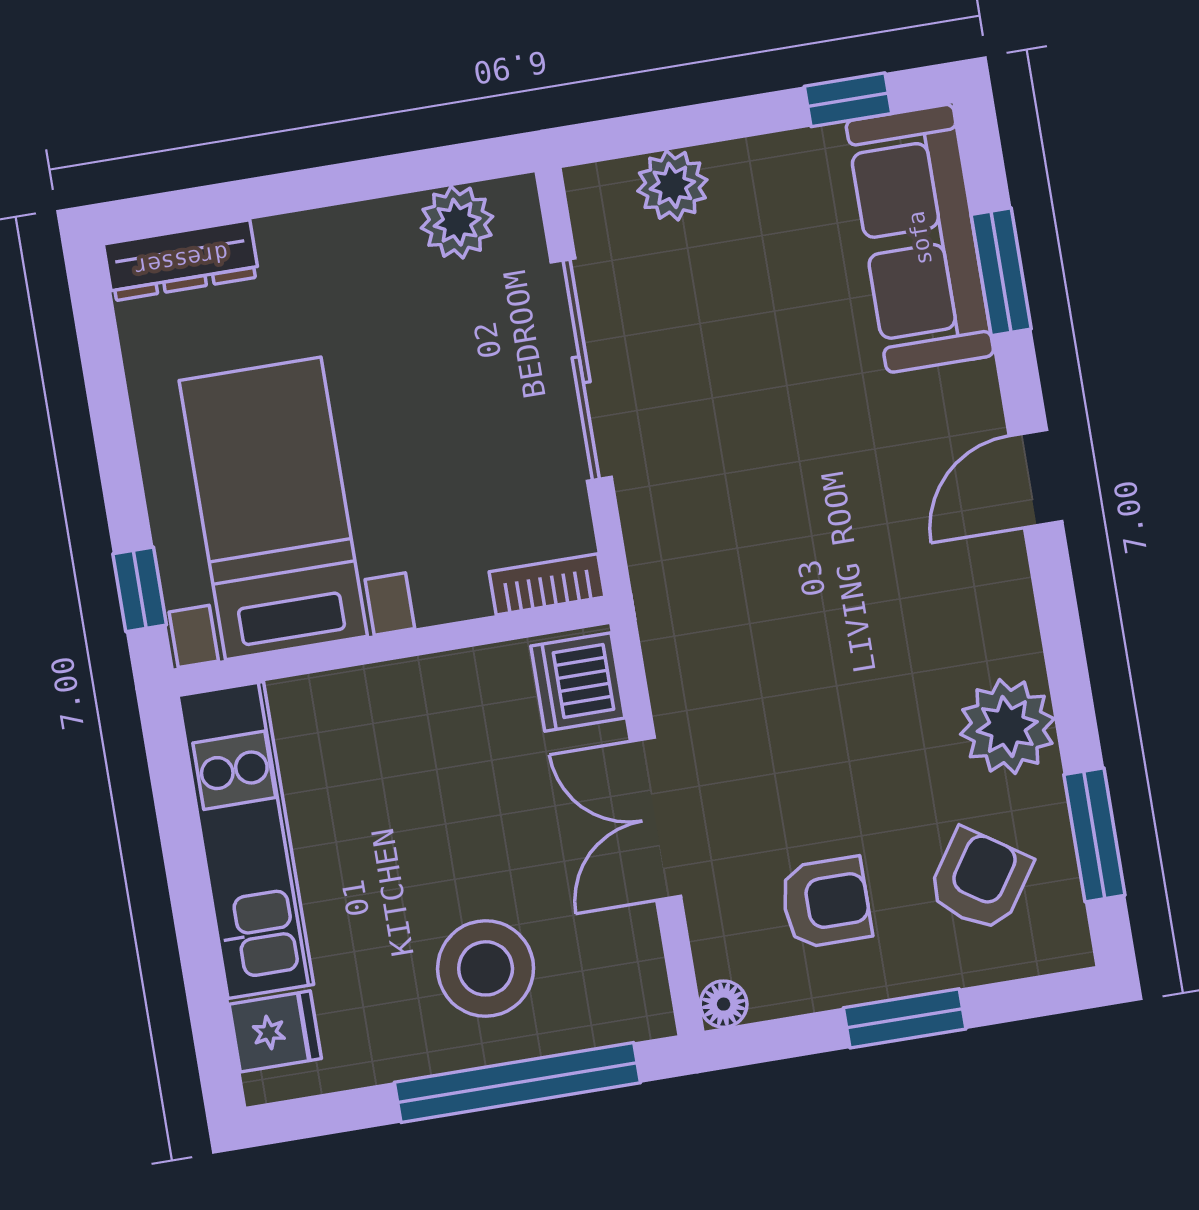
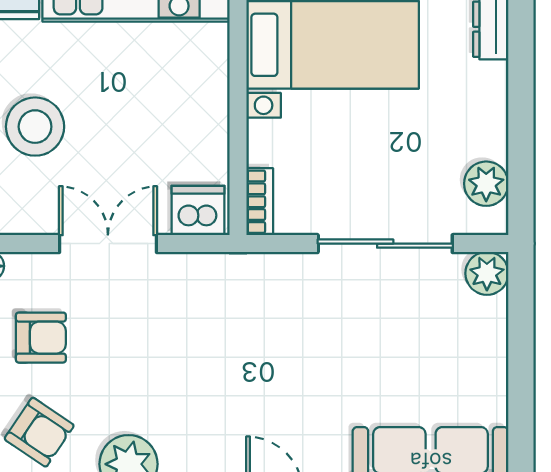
window: (848, 100) -> (521, 431), removed
plant: (672, 185) -> (487, 273), moved
armchair: (826, 902) -> (41, 338), turned -90

